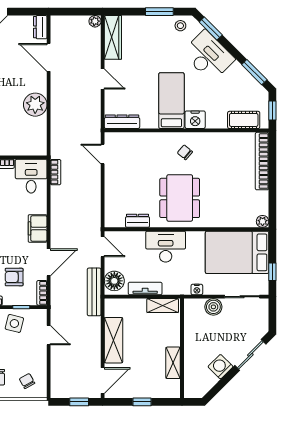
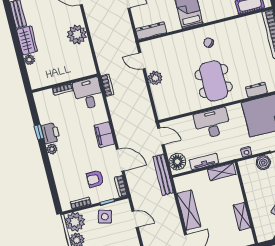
nightstand: (195, 120) -> (210, 14), removed
plant: (113, 178) -> (155, 78), added
dresser: (138, 221) -> (256, 90), moved
door: (49, 262) -> (120, 160), hinge flipped

